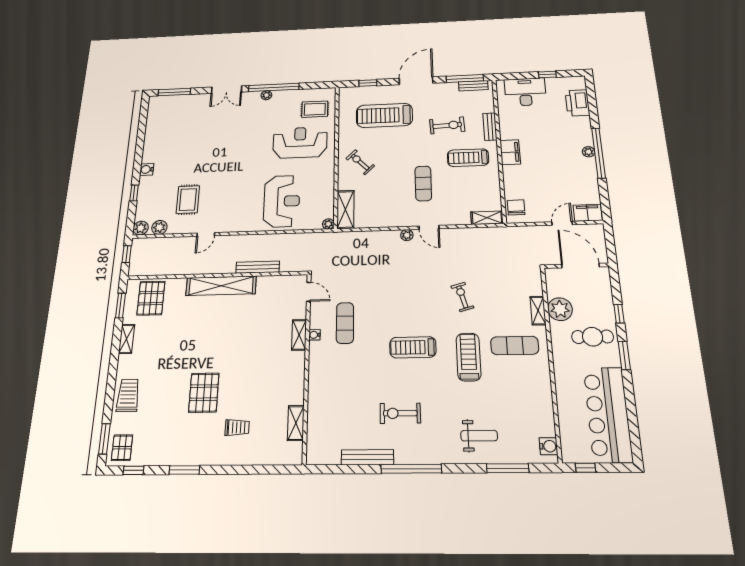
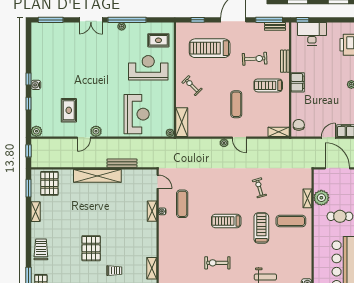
window: (547, 75) -> (302, 20), moved
window: (138, 163) -> (29, 79), added
plant: (159, 227) -> (96, 131), moved

